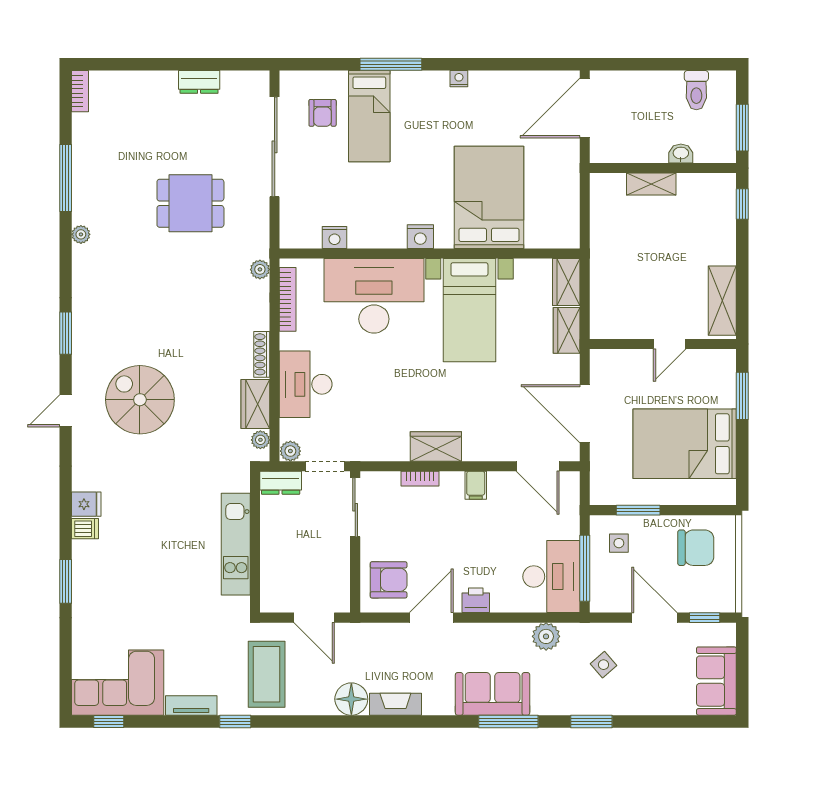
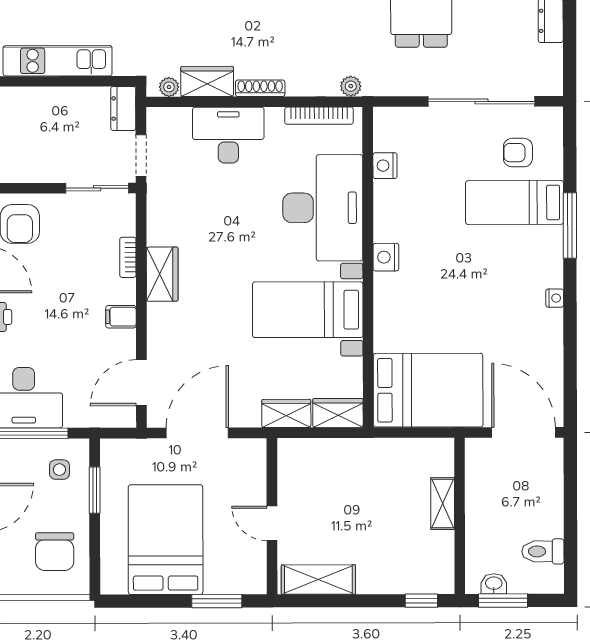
washbasin: (681, 154) -> (494, 584), moved, turned -90
bed: (489, 197) -> (428, 390), moved
plant: (290, 451) -> (157, 119), removed

